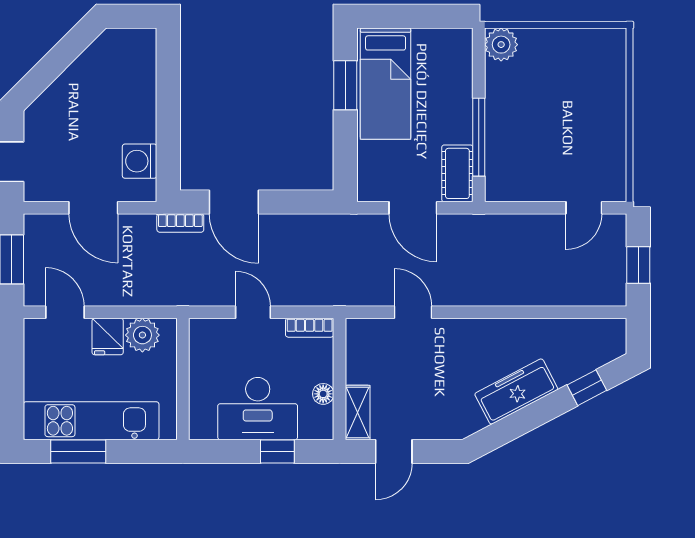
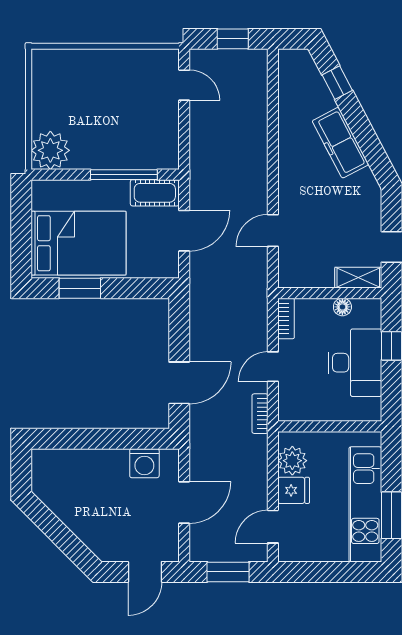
plant: (501, 45) -> (50, 150), width x1.36, depth x1.36
bed: (386, 84) -> (79, 243), width x1.50
bookcase: (180, 223) -> (260, 414), moved, turned 180

